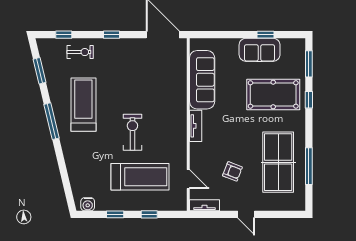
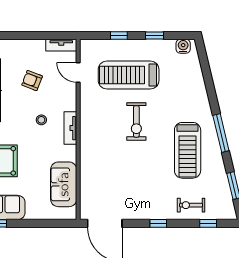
sofa: (202, 80) -> (64, 184), width x0.73
stool: (224, 134) -> (41, 120), added
door: (246, 214) -> (18, 36), removed

